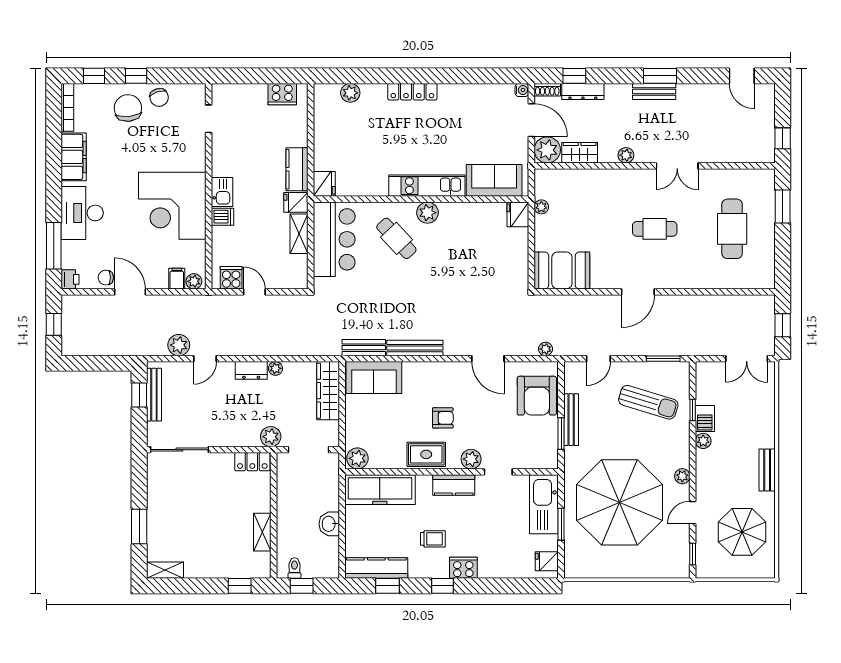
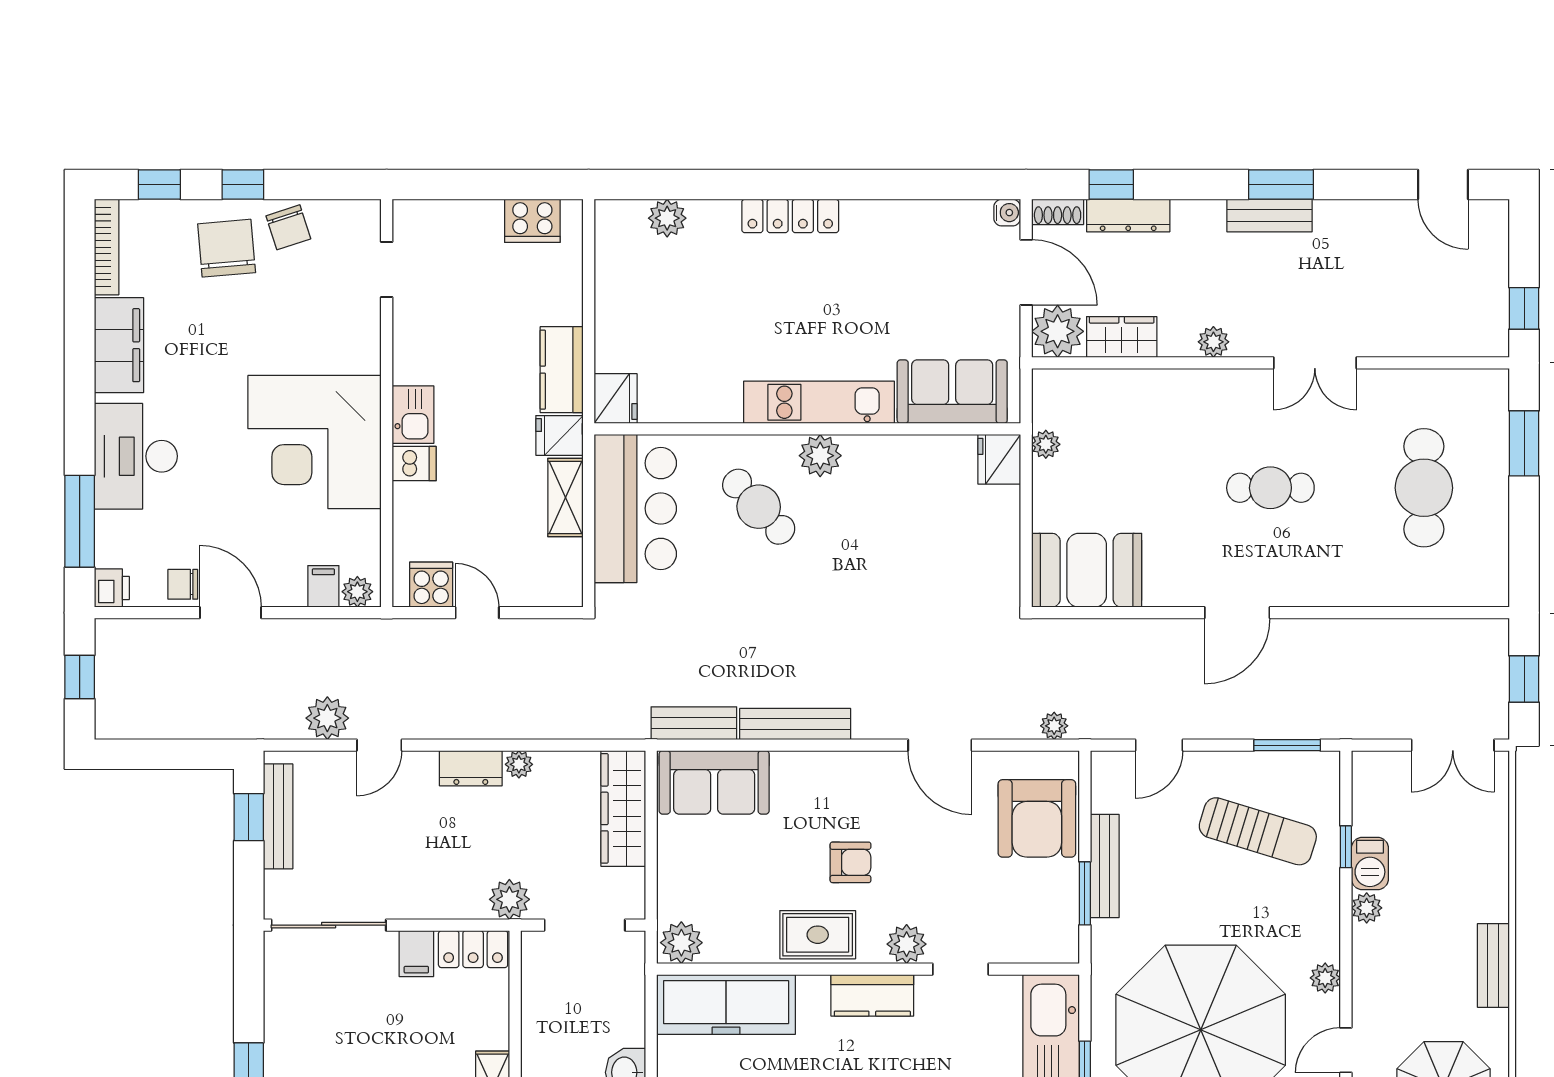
filing cabinet: (224, 464) -> (416, 954), added

